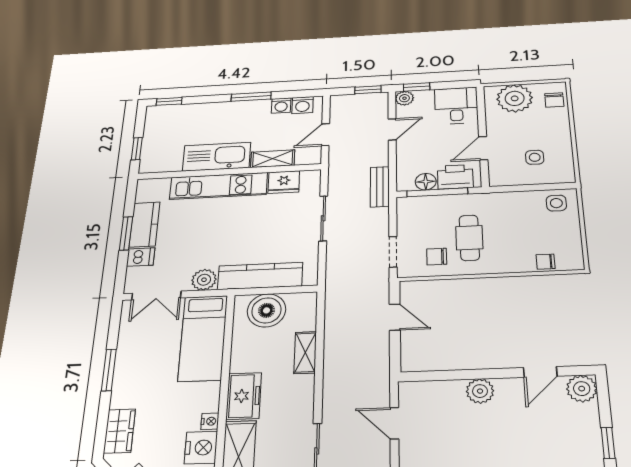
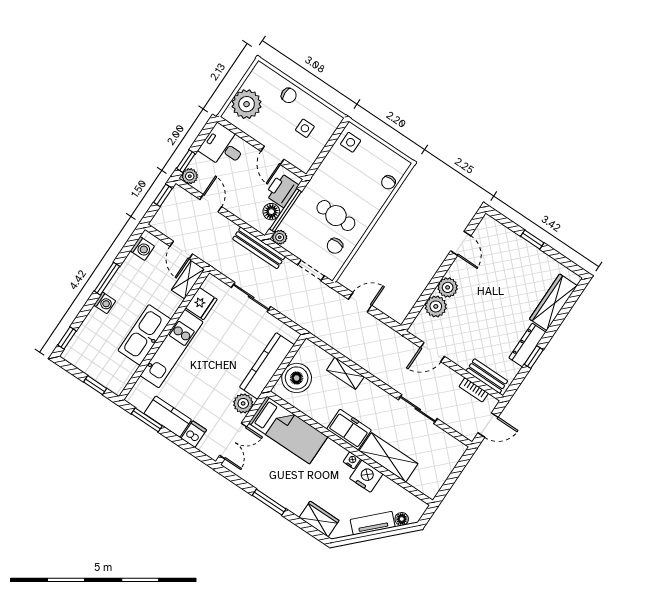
chair: (554, 100) -> (289, 95), moved
washing machine: (281, 105) -> (105, 303), moved
shelving: (273, 159) -> (188, 280), moved
bench: (380, 187) -> (259, 248), width x1.36
plant: (405, 204) -> (280, 237), added
window: (126, 233) -> (147, 420), moved
plant: (582, 389) -> (436, 306), moved

